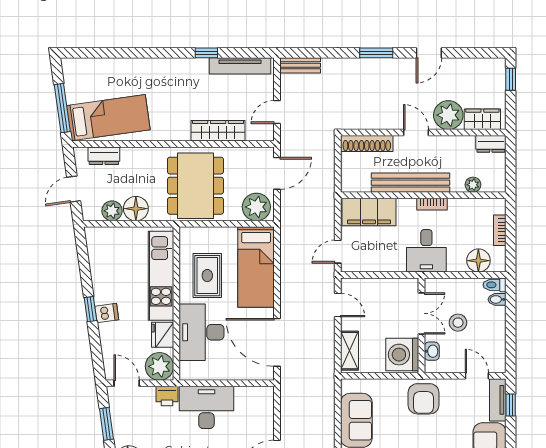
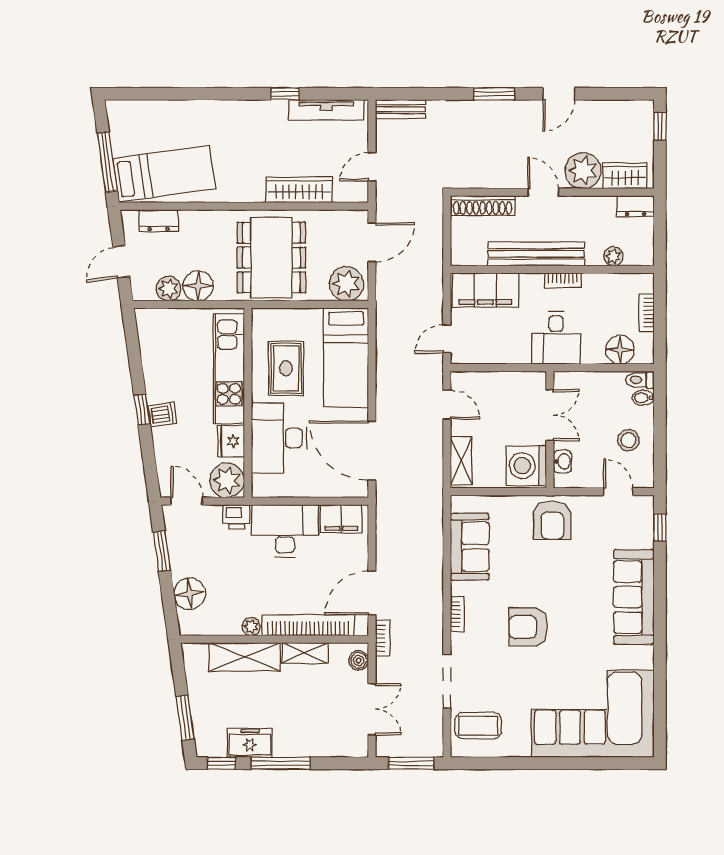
stool: (458, 323) -> (628, 440), moved
filing cabinet: (252, 398) -> (341, 519), added
tv unit: (498, 400) -> (644, 521), removed

